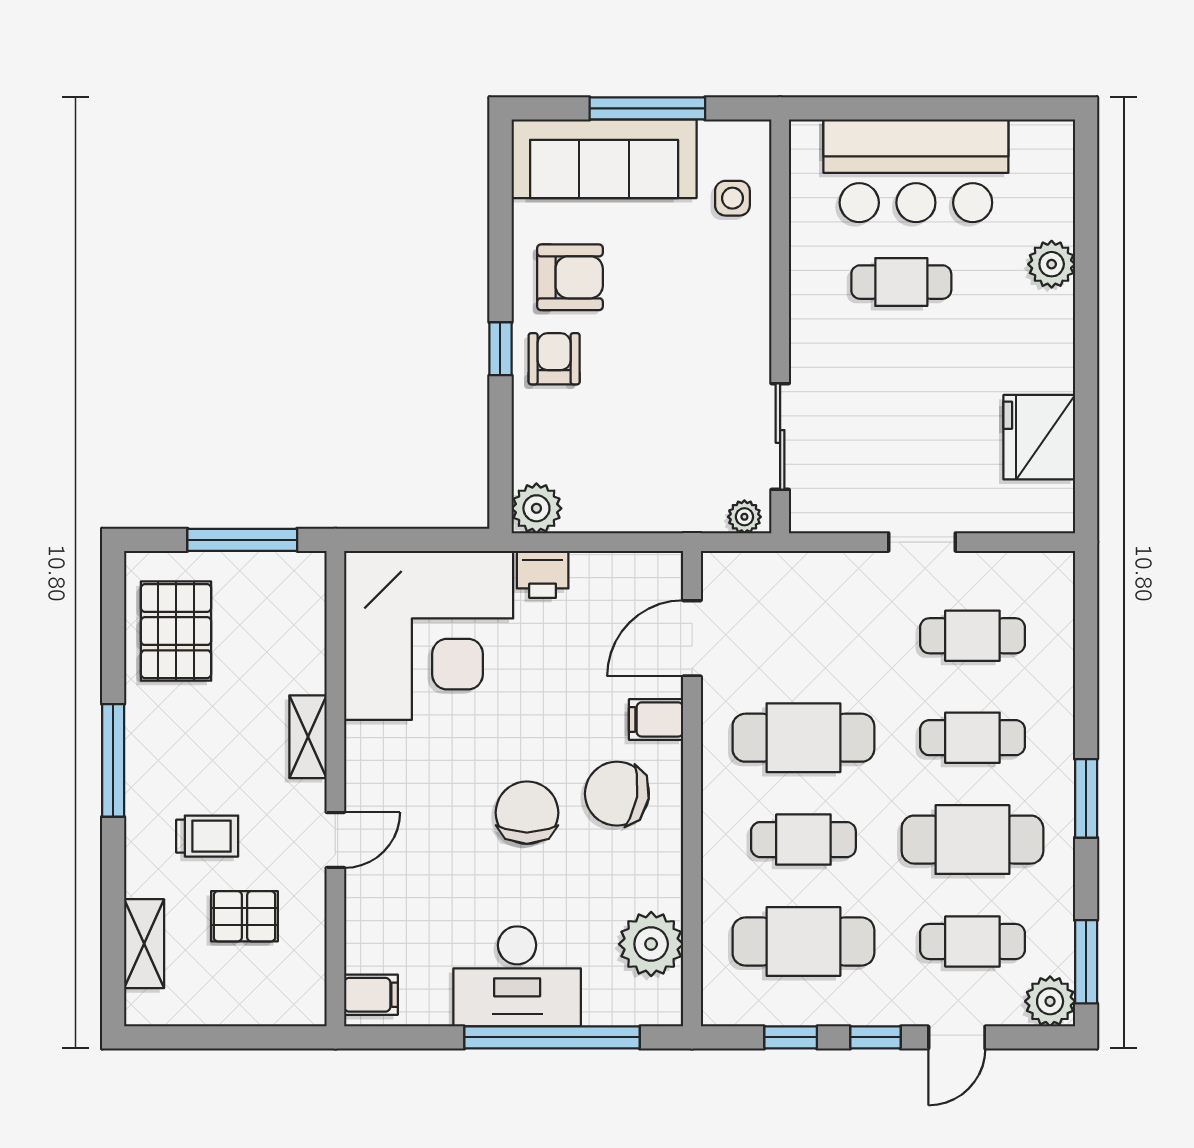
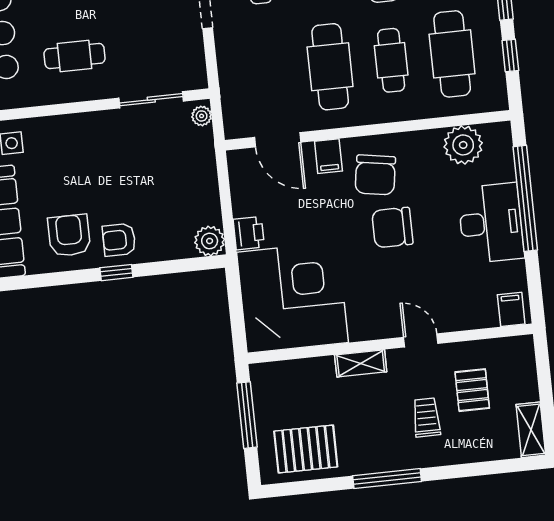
cafe table: (901, 282) -> (75, 56), moved, turned 90
shelving: (144, 944) -> (531, 430), moved, turned 90

